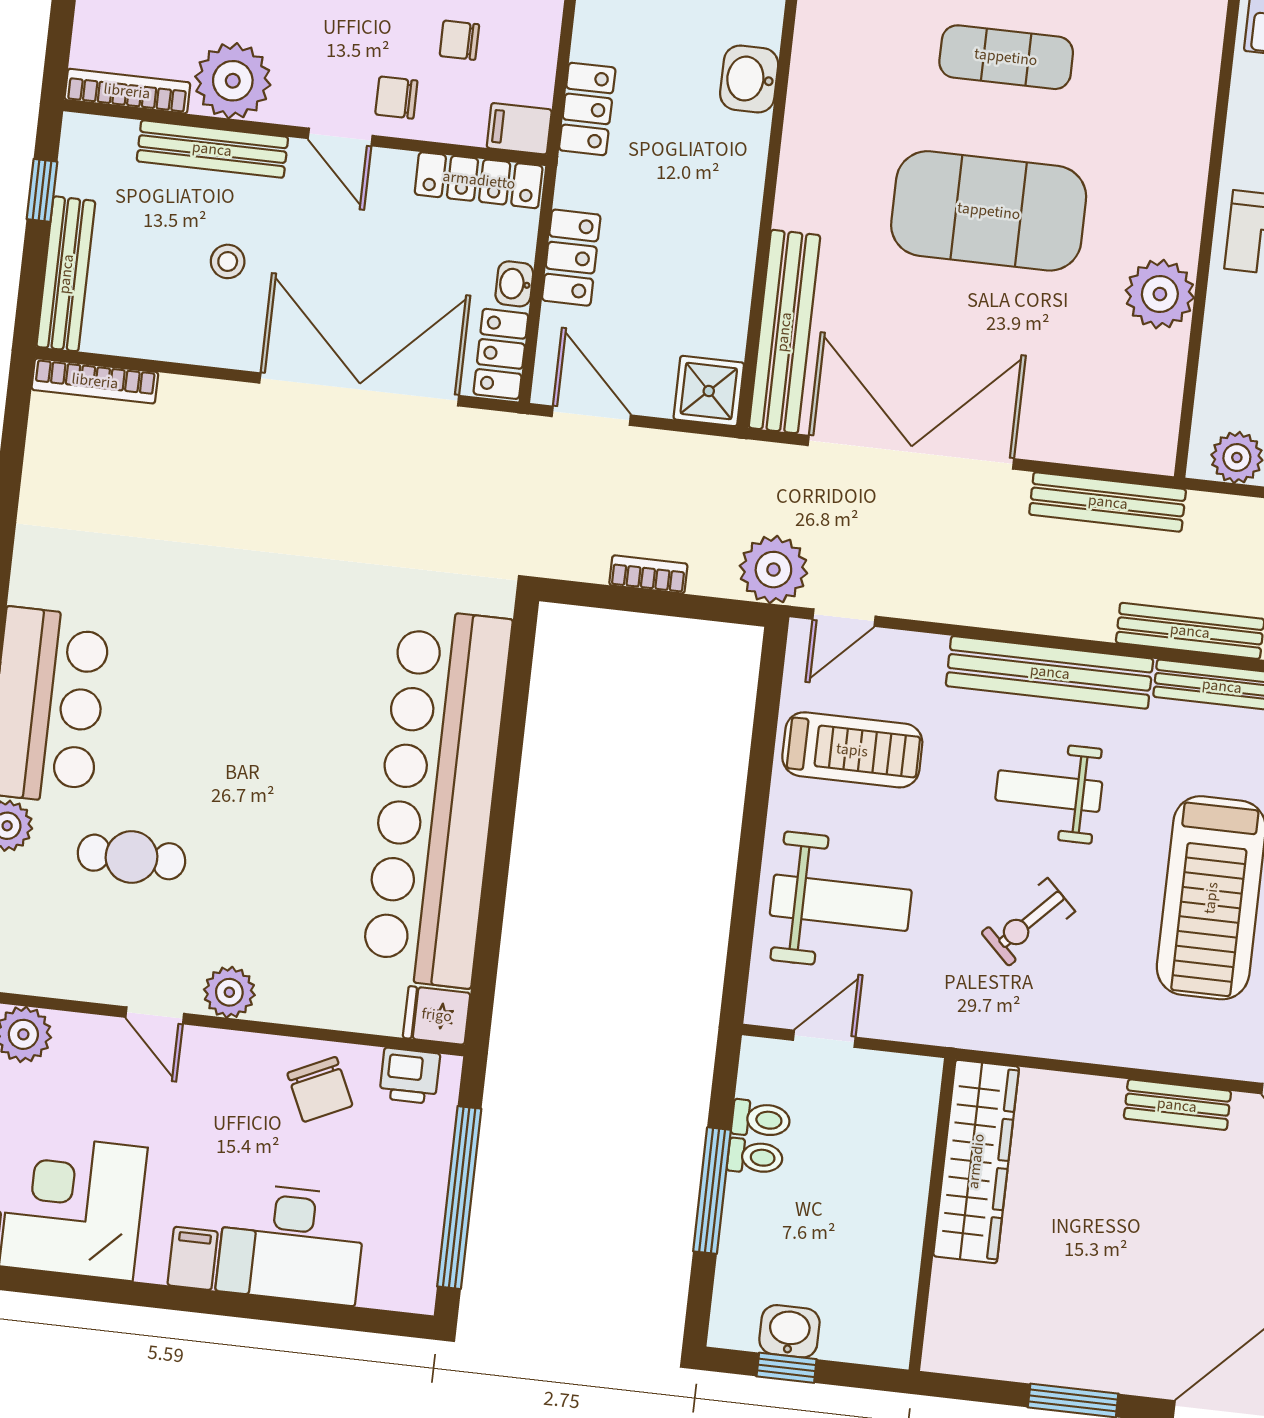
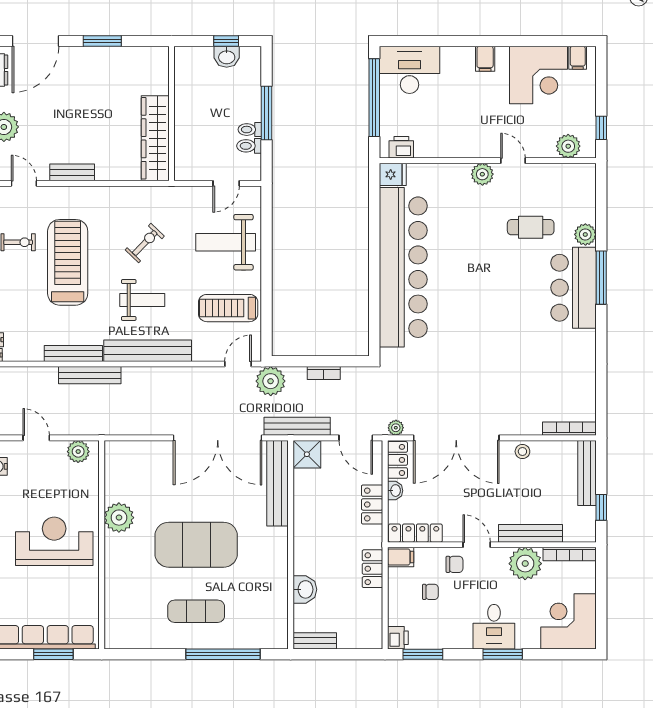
stool: (228, 261) -> (522, 451), moved
plant: (496, 429) -> (396, 428), added
bench: (1108, 502) -> (297, 426), moved
chair: (320, 1089) -> (439, 137), removed
desk: (291, 1244) -> (410, 70), moved

